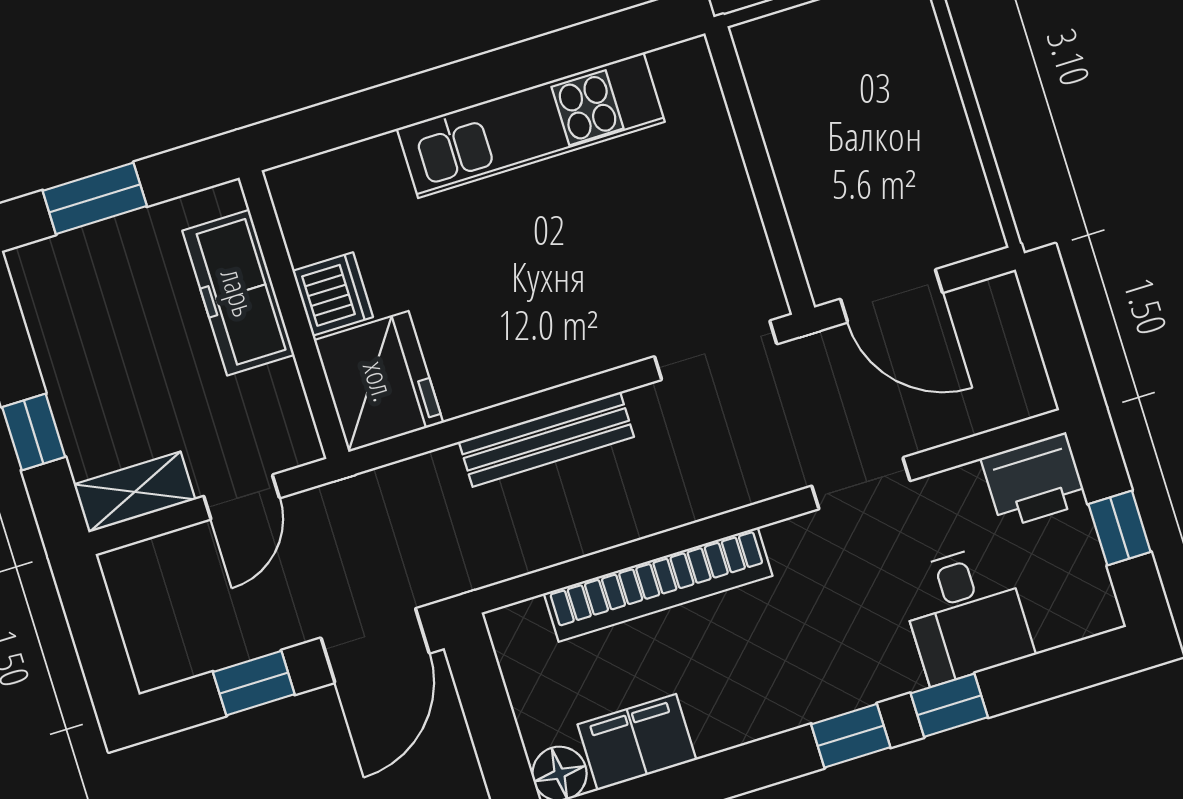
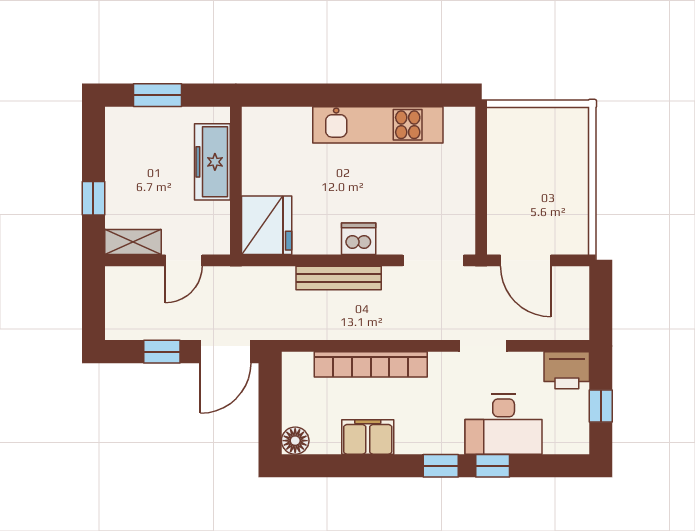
dishwasher: (333, 294) -> (359, 239), moved, turned -90
desk: (965, 614) -> (504, 424), width x1.37
filing cabinet: (637, 742) -> (368, 437), moved

